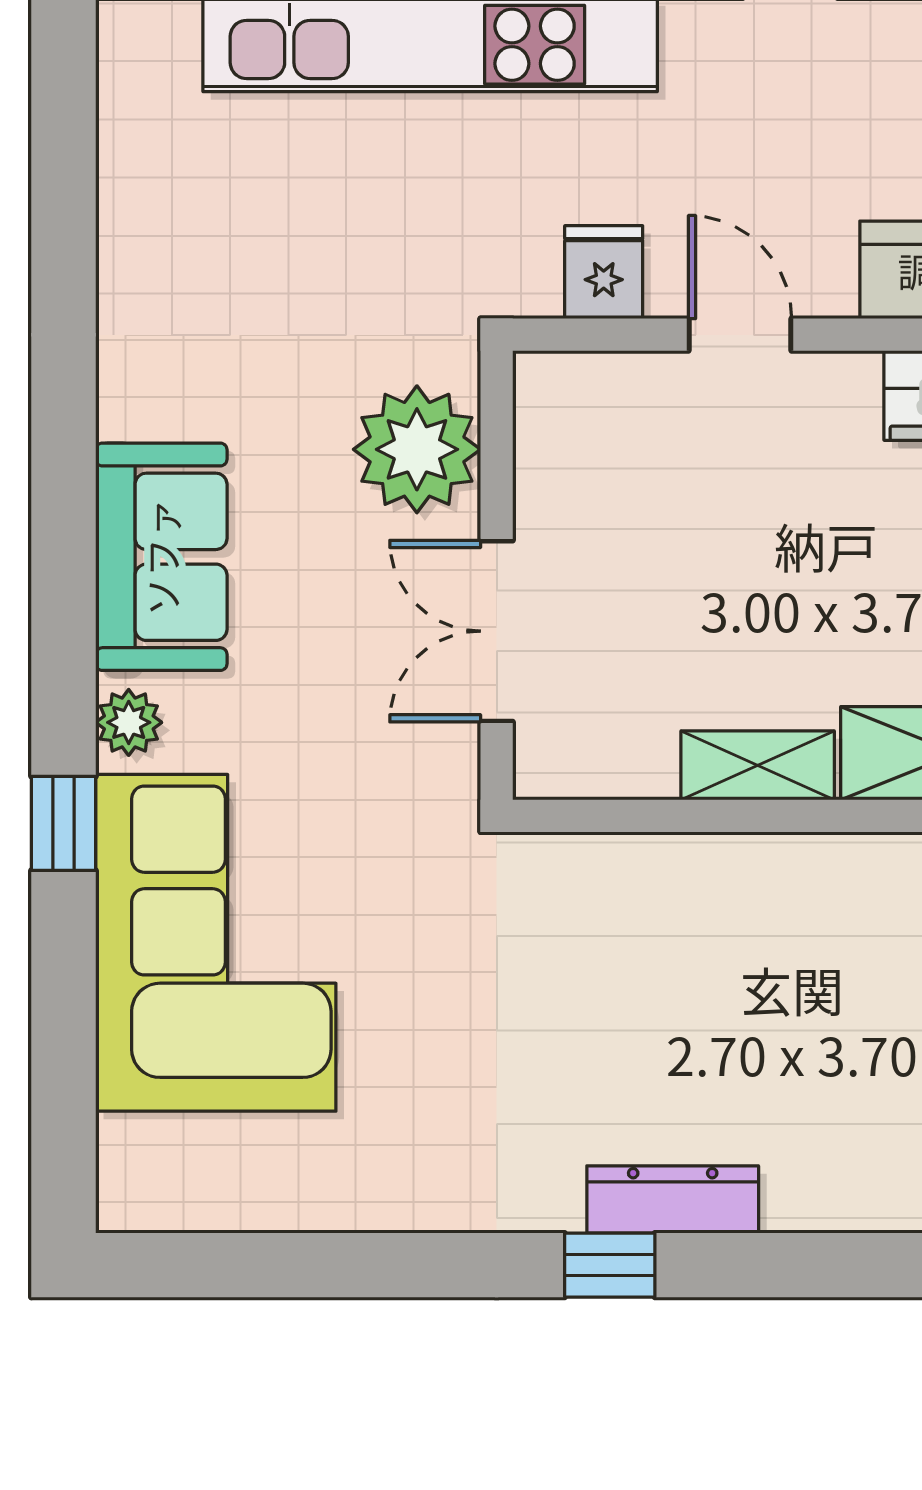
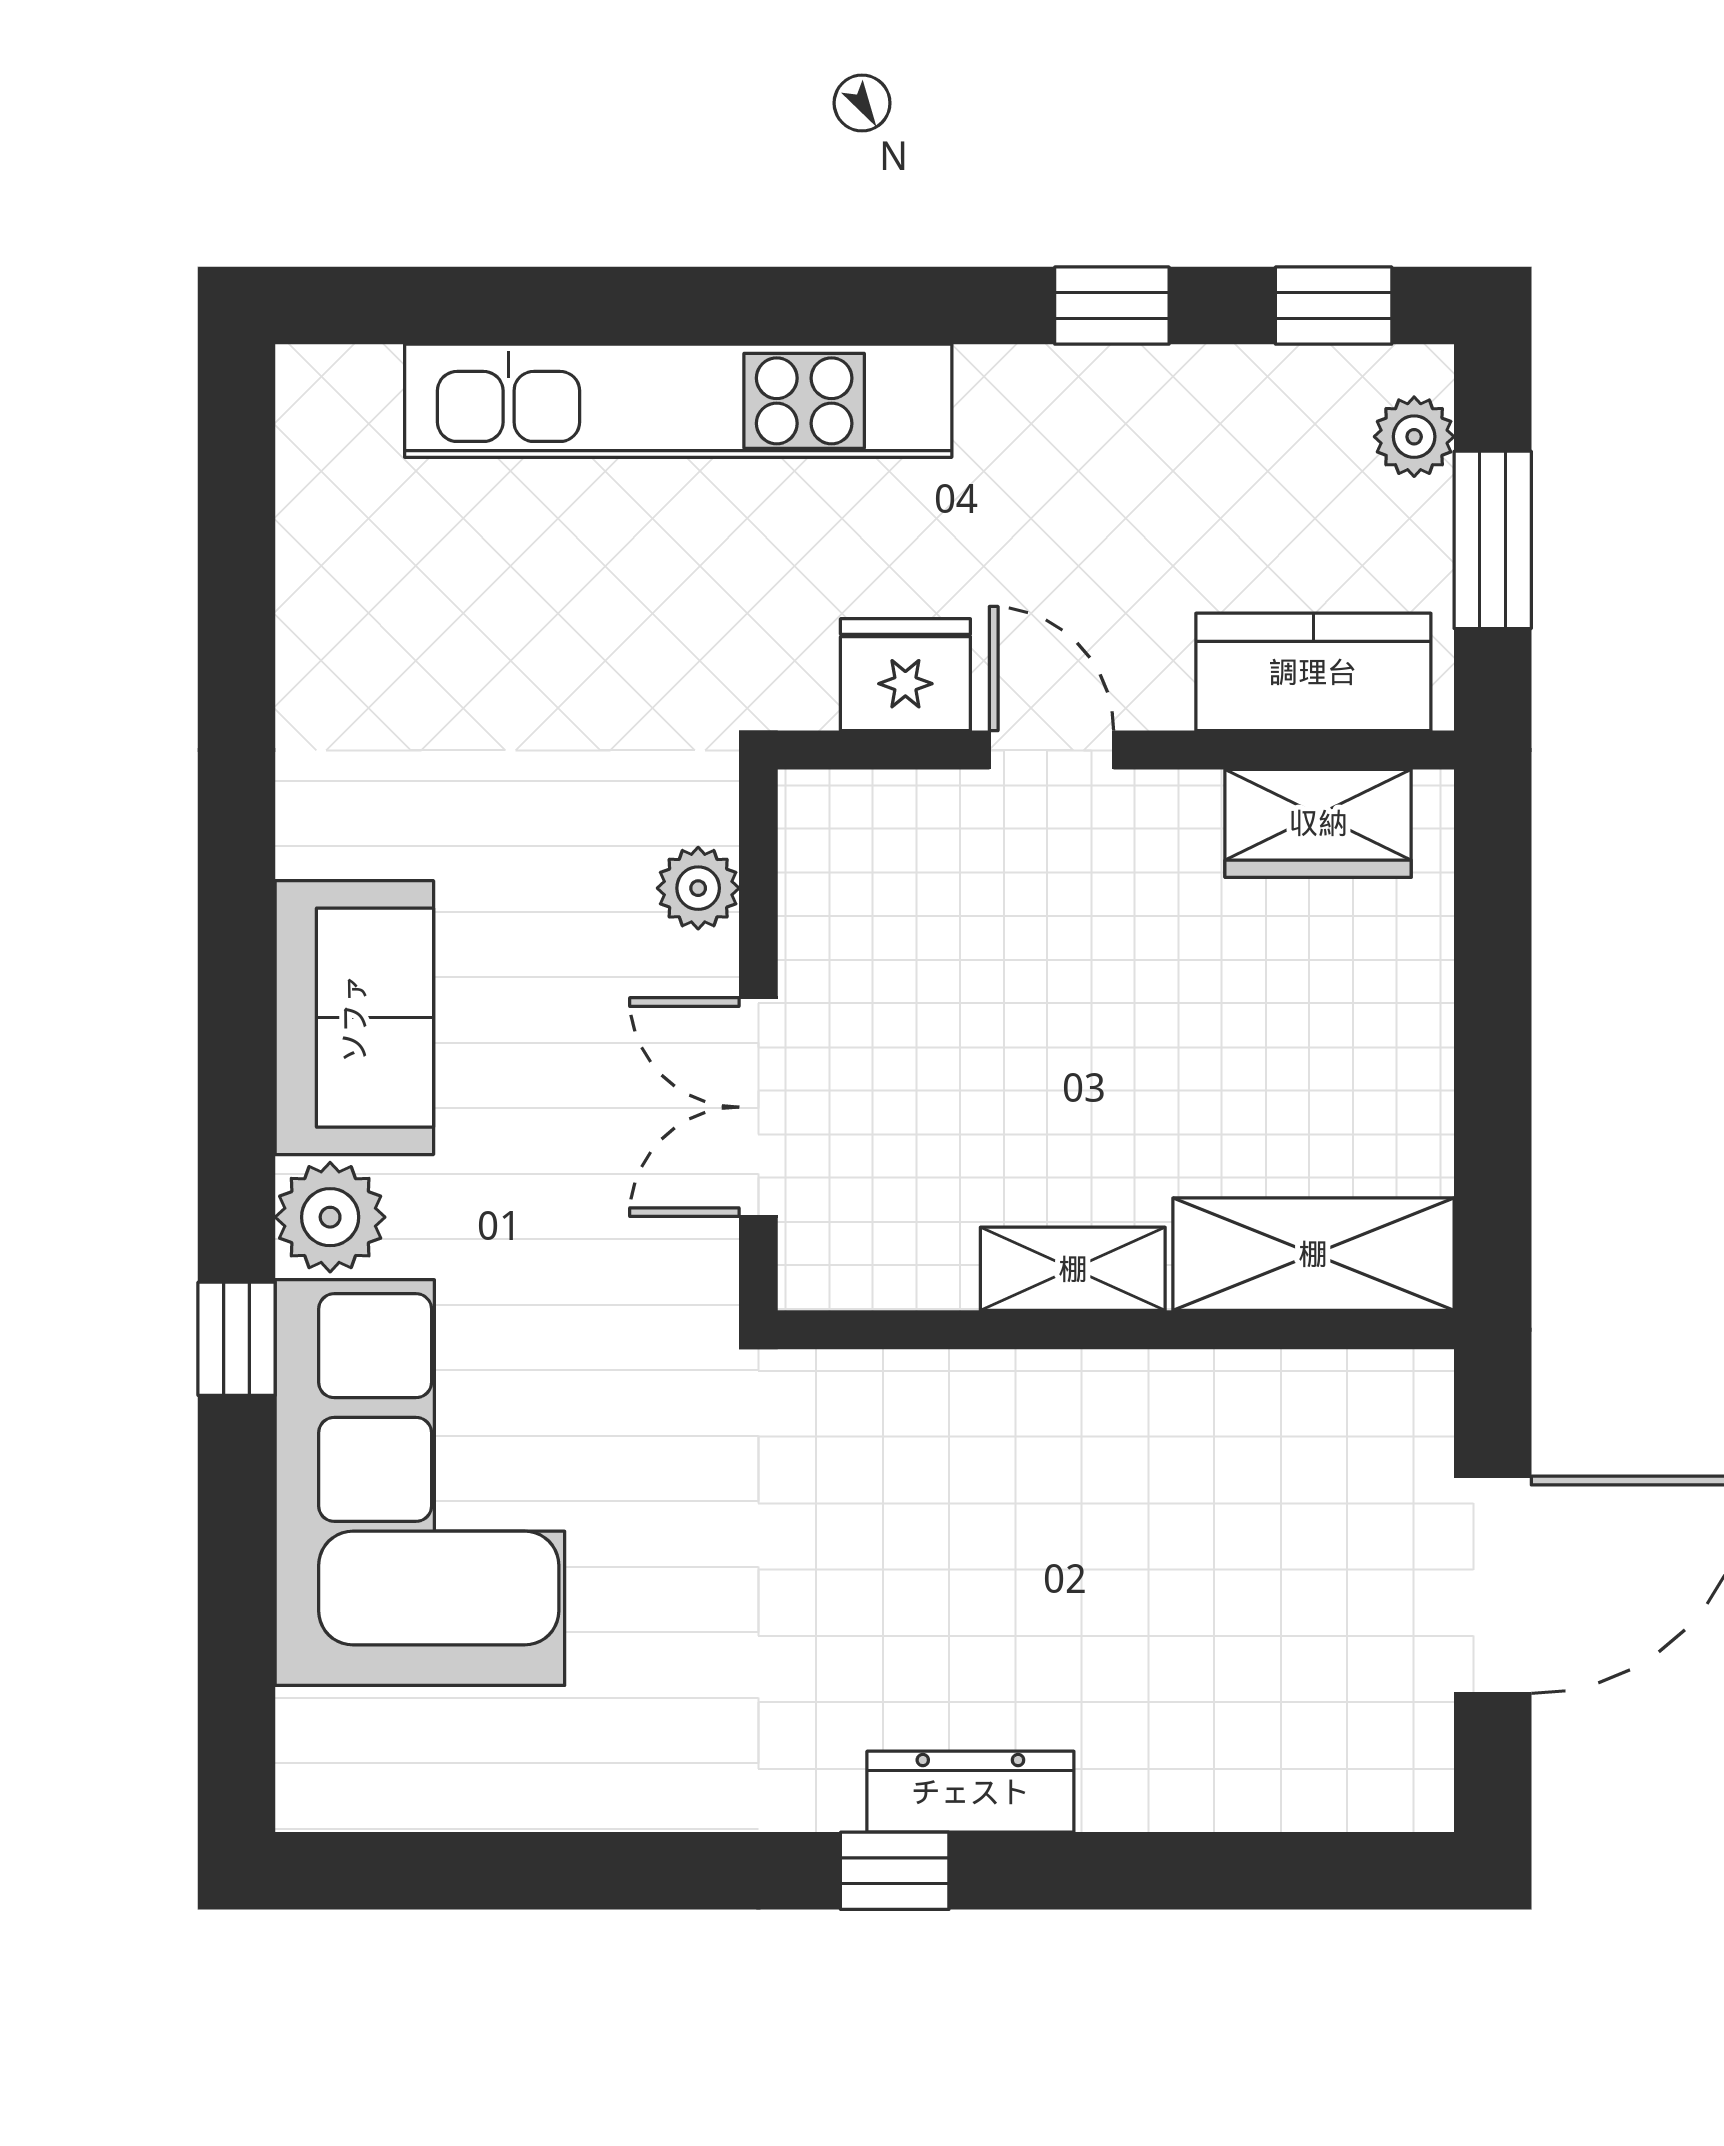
fridge: (604, 272) -> (905, 675), width x1.38
plant: (417, 449) -> (698, 888), width x0.53, depth x0.53
plant: (129, 722) -> (330, 1217), width x1.38, depth x1.38

